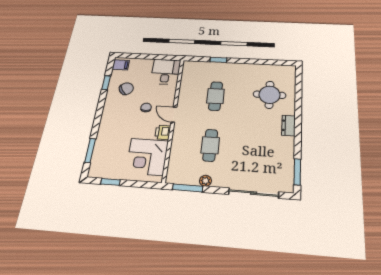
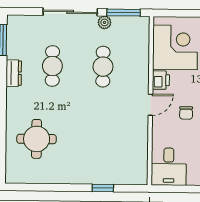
cafe table: (216, 96) -> (52, 66), moved
door: (174, 115) -> (150, 105), hinge flipped
dresser: (288, 126) -> (14, 73), moved
sliding door: (254, 193) -> (70, 12), moved

